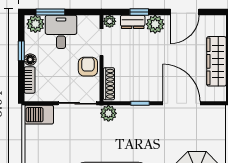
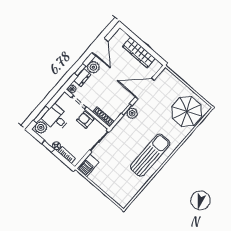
plant: (108, 113) -> (132, 113), moved

